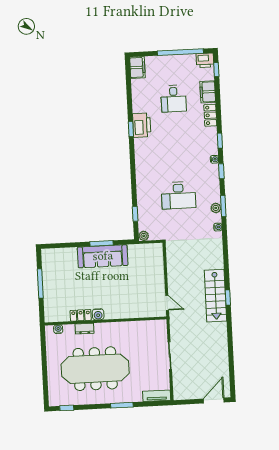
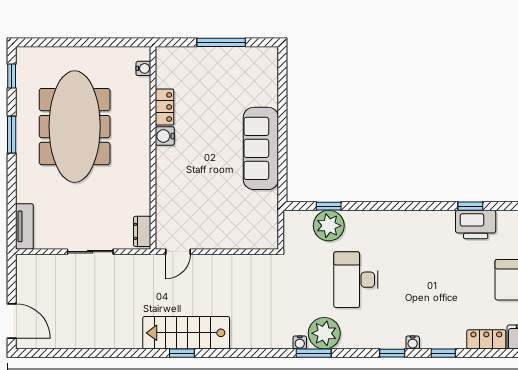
window: (223, 206) -> (314, 353), moved
plant: (216, 208) -> (324, 333), width x1.87, depth x1.87
plant: (144, 236) -> (329, 226), moved, width x1.87, depth x1.87
window: (101, 243) -> (282, 148), removed
dresser: (84, 329) -> (142, 231), moved
window: (122, 405) -> (12, 135), moved

